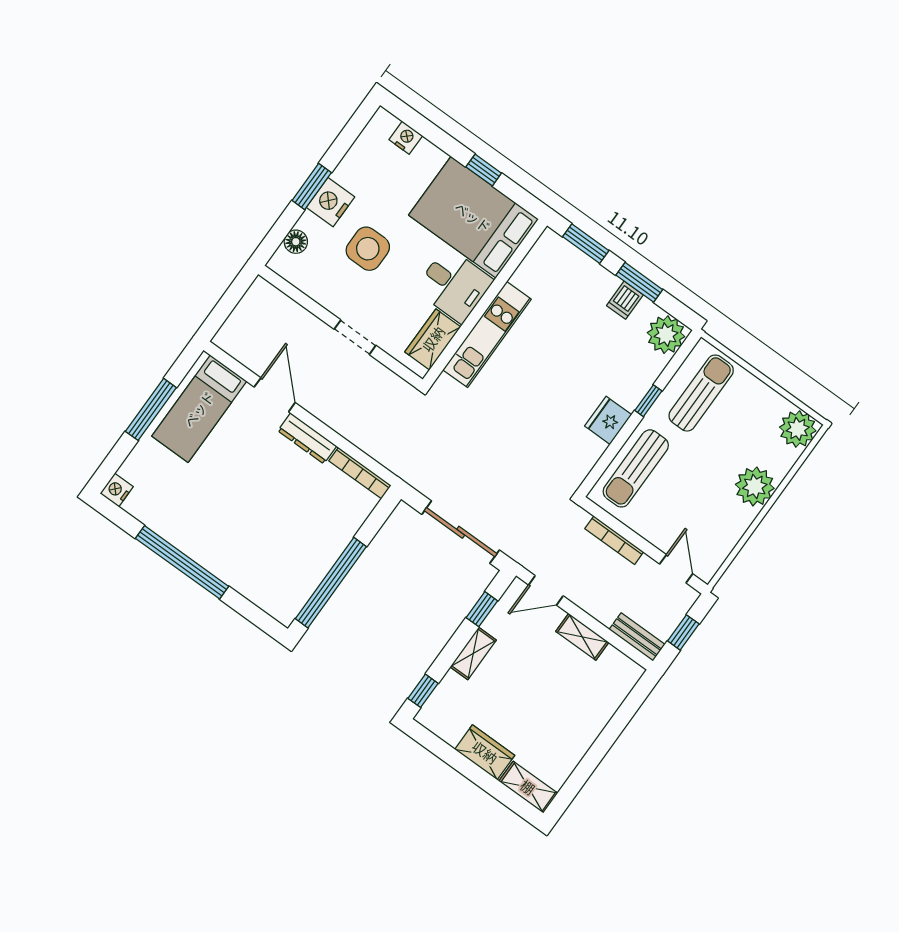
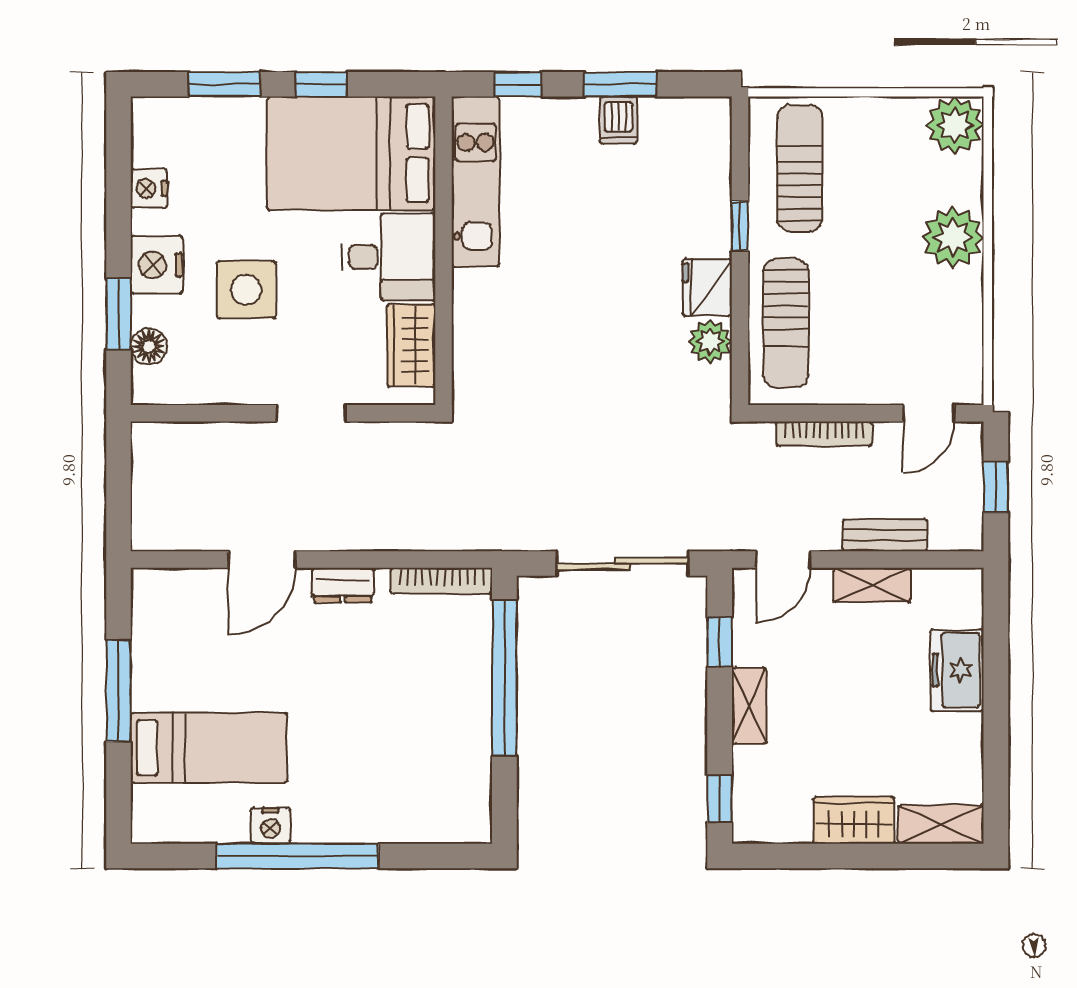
window: (434, 134) -> (225, 84), added
nightstand: (406, 138) -> (149, 188), moved, turned -90
window: (312, 187) -> (118, 314), moved
window: (586, 244) -> (518, 84), width x0.67
kitchen unit: (487, 335) -> (476, 182), moved
plant: (666, 335) -> (710, 341), moved, width x0.73, depth x0.73
door: (275, 395) -> (262, 559), swing flipped
bed: (199, 409) -> (209, 748), moved, turned -90
dresser: (307, 438) -> (343, 585), width x0.70
nightstand: (117, 490) -> (270, 826), moved, turned -90
door: (676, 569) -> (929, 413), swing flipped
window: (331, 583) -> (504, 678), moved
bench: (637, 637) -> (885, 535), moved
freezer: (595, 713) -> (957, 670), added

